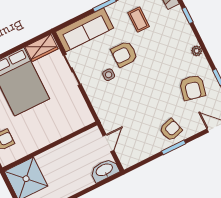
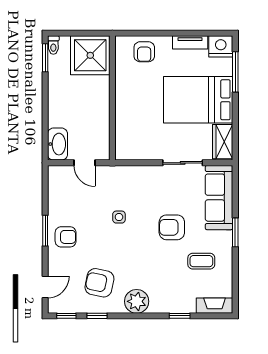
plant: (197, 51) -> (137, 301), width x1.87, depth x1.87
armchair: (124, 54) -> (172, 227), turned -90
side table: (109, 75) -> (119, 217), moved
armchair: (171, 130) -> (66, 237), turned -73

